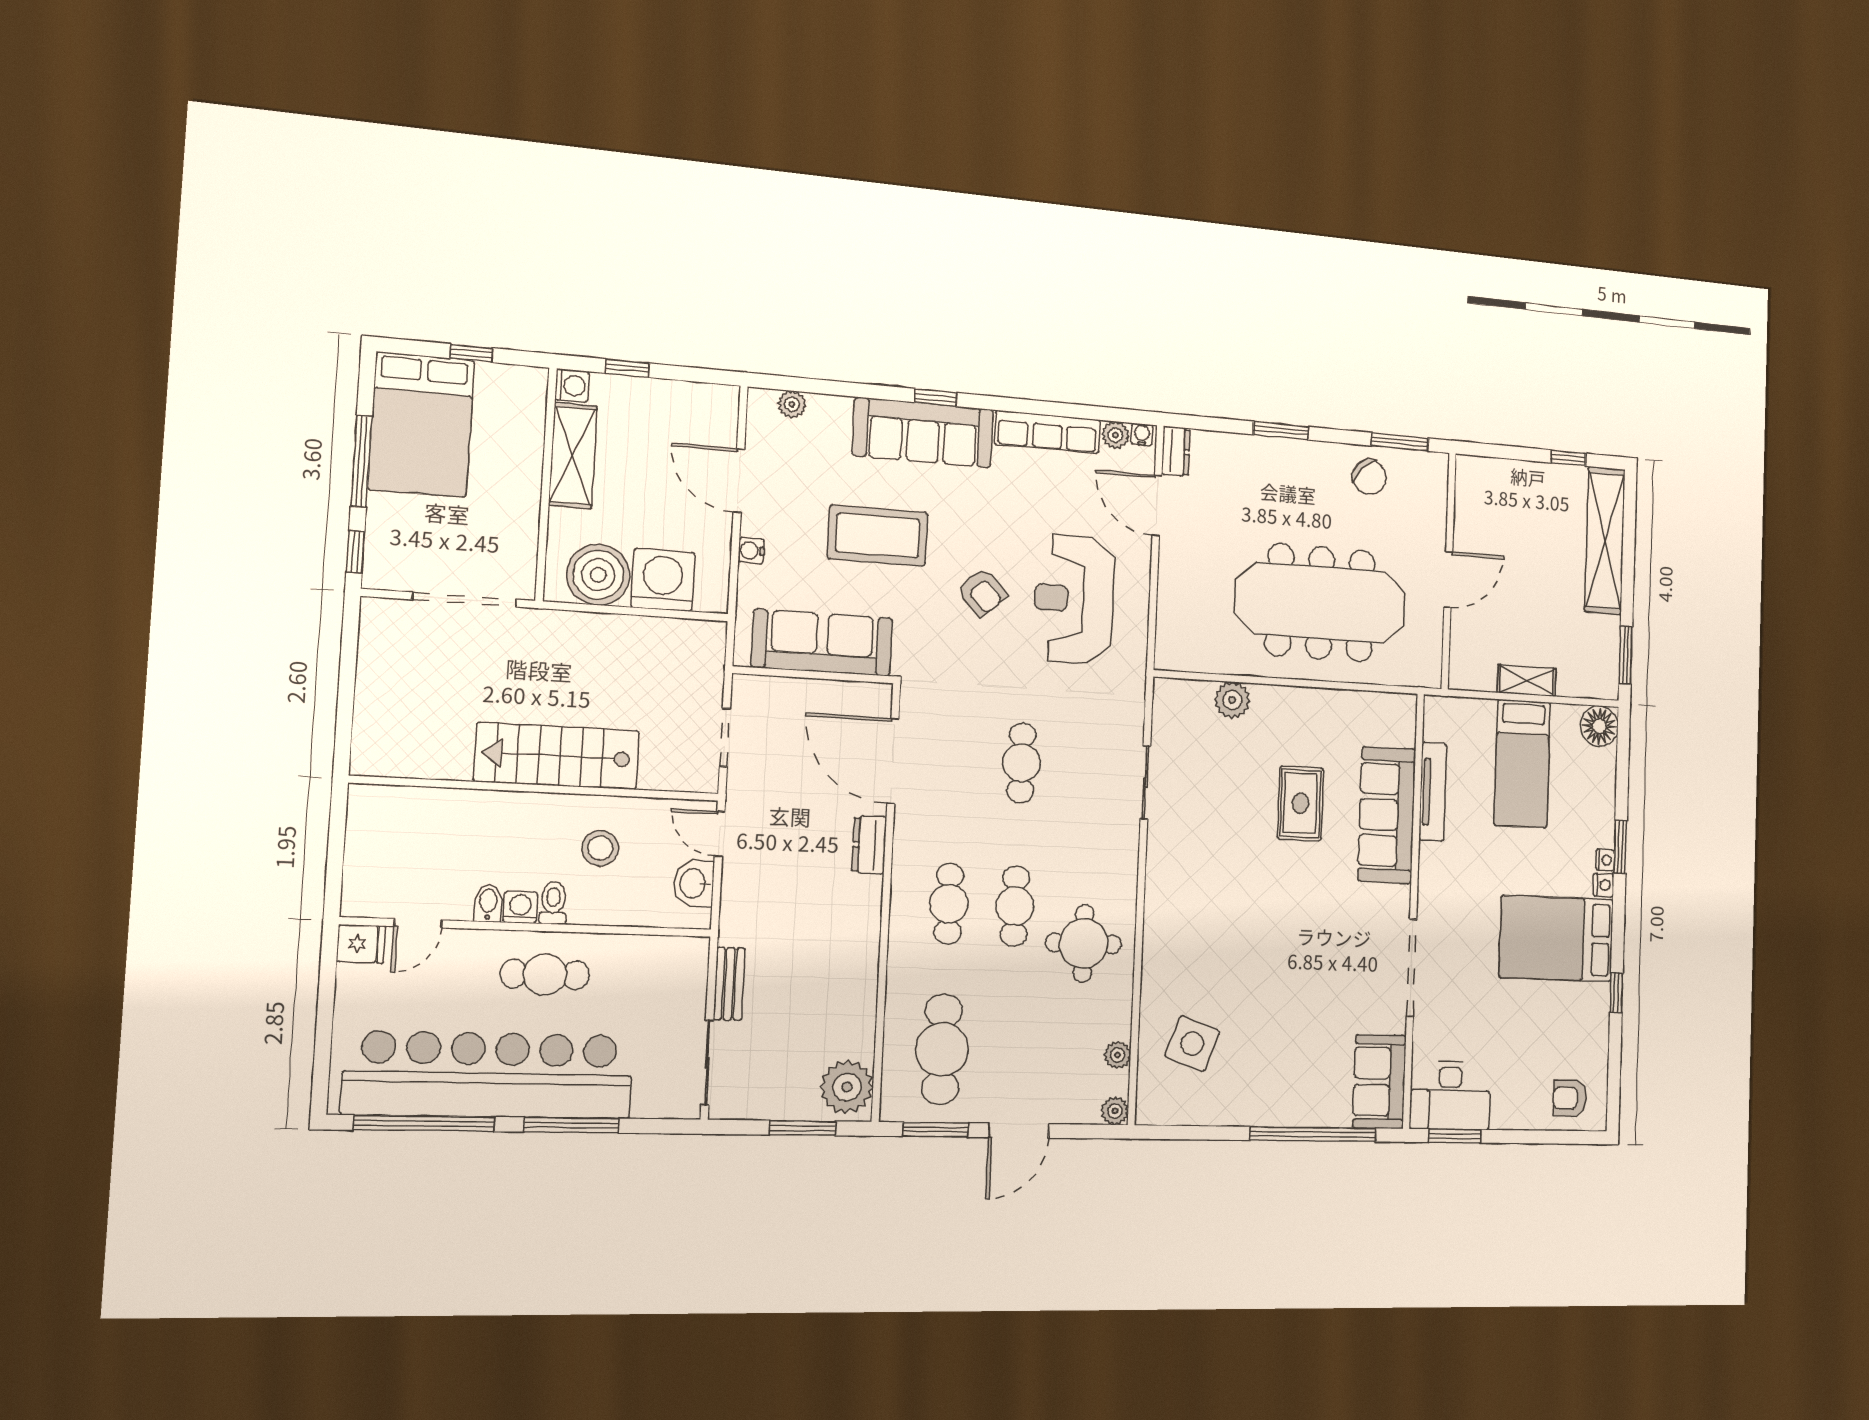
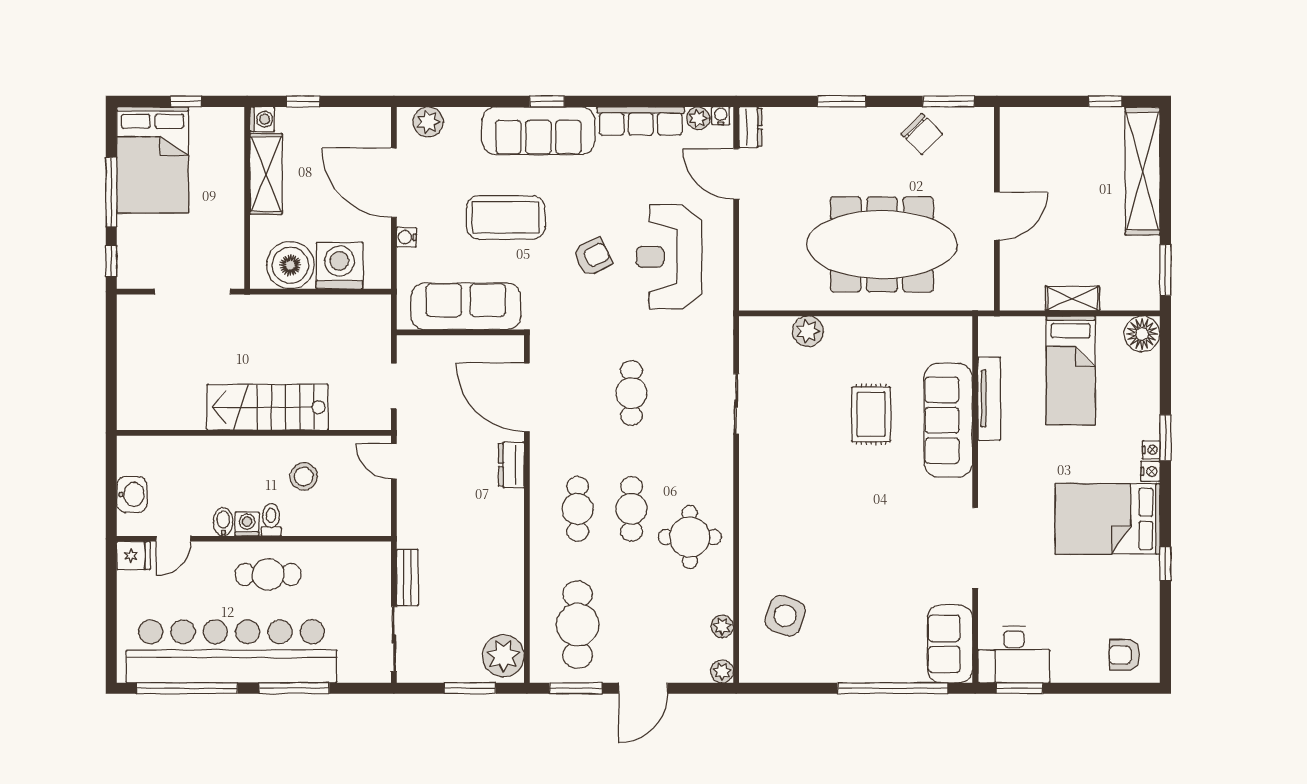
plant: (792, 404) -> (428, 122), width x1.38, depth x1.38
door: (739, 481) -> (394, 183), width x1.36
armchair: (982, 592) -> (593, 257), turned -73
washbasin: (694, 883) -> (132, 494), moved, turned 180

